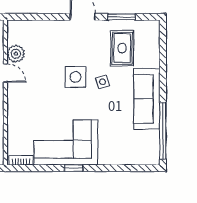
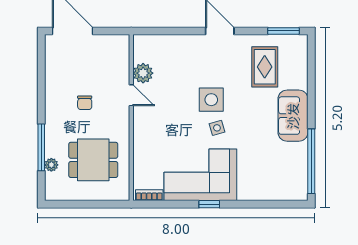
window: (121, 17) -> (283, 31), moved
side table: (102, 82) -> (217, 128), moved
sofa: (147, 99) -> (293, 116), width x0.73

